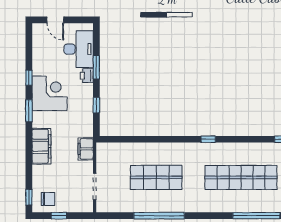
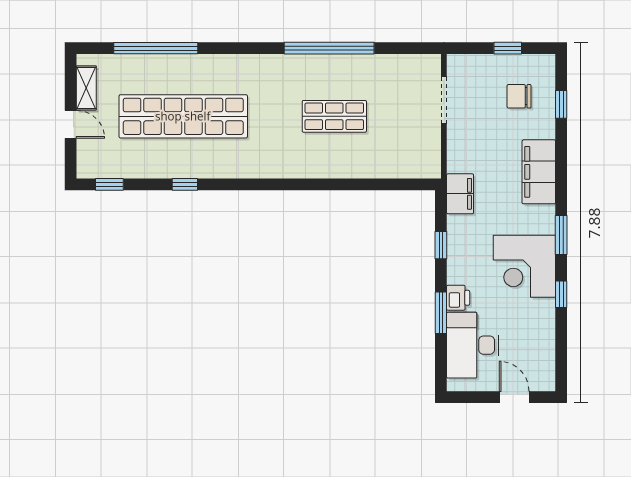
window: (208, 139) -> (185, 184), moved
filing cabinet: (86, 149) -> (460, 194), moved
shop shelf: (156, 177) -> (334, 116), width x0.70, depth x0.74
window: (29, 197) -> (561, 104), moved
chair: (48, 199) -> (519, 96), moved

